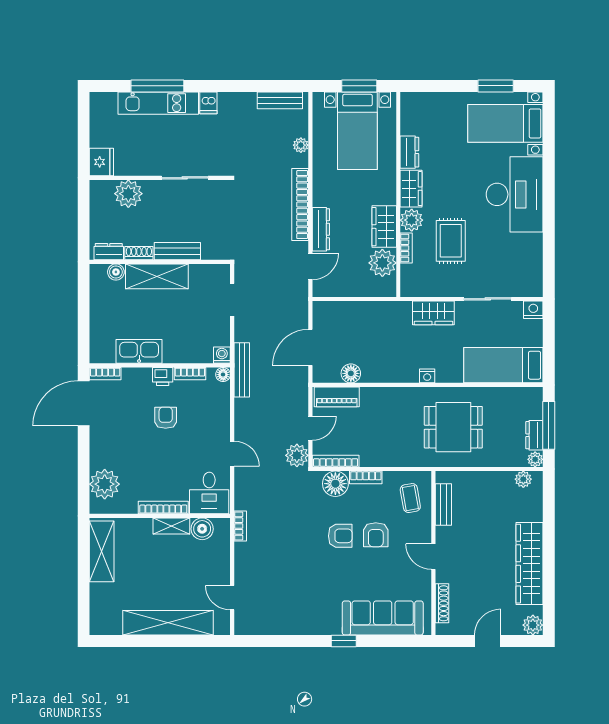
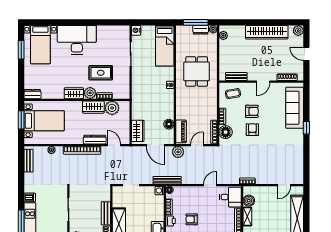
dresser: (409, 152) -> (32, 94), moved
wardrobe: (433, 313) -> (138, 131), moved
door: (310, 428) -> (197, 145), hinge flipped
plant: (297, 455) -> (178, 152), moved

